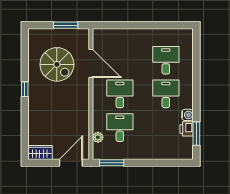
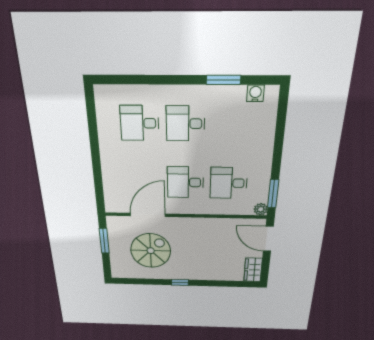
water cooler: (188, 115) -> (255, 93), moved
printer: (187, 129) -> (235, 94), removed
window: (196, 134) -> (223, 80), moved
plant: (98, 137) -> (261, 209), moved

